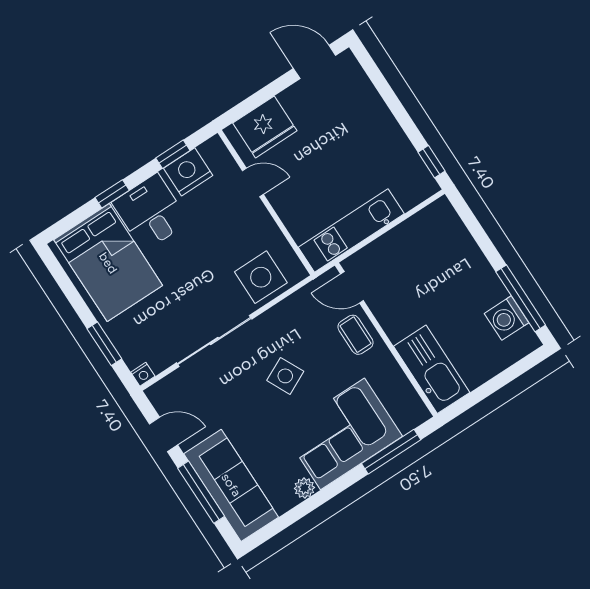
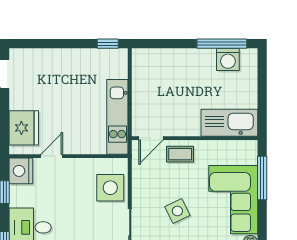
nightstand: (188, 172) -> (21, 171), moved

